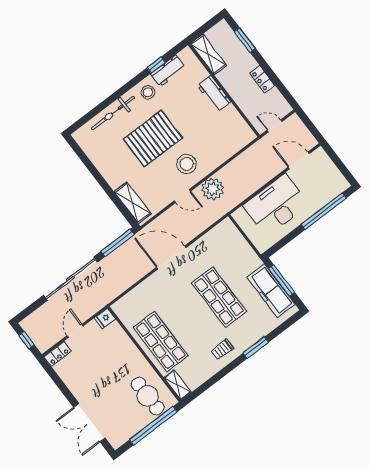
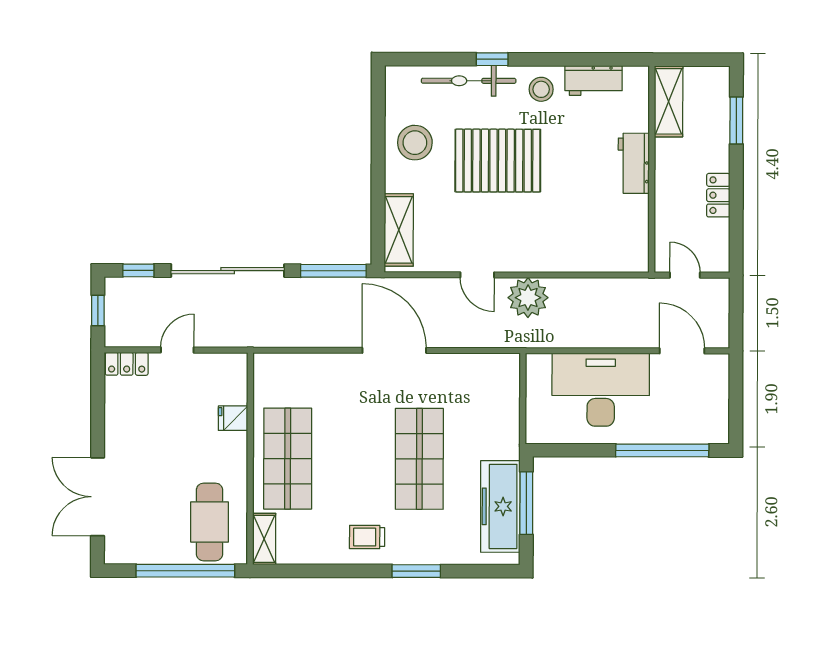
window: (156, 65) -> (492, 59), moved
stool: (187, 164) -> (415, 143), moved
window: (31, 309) -> (138, 270), added
fridge: (105, 318) -> (233, 418), moved

